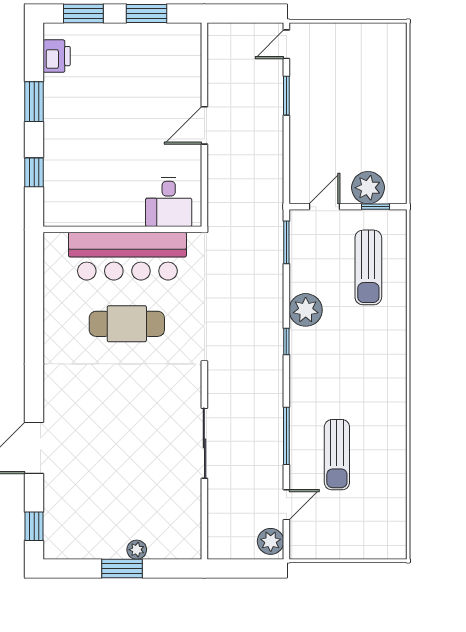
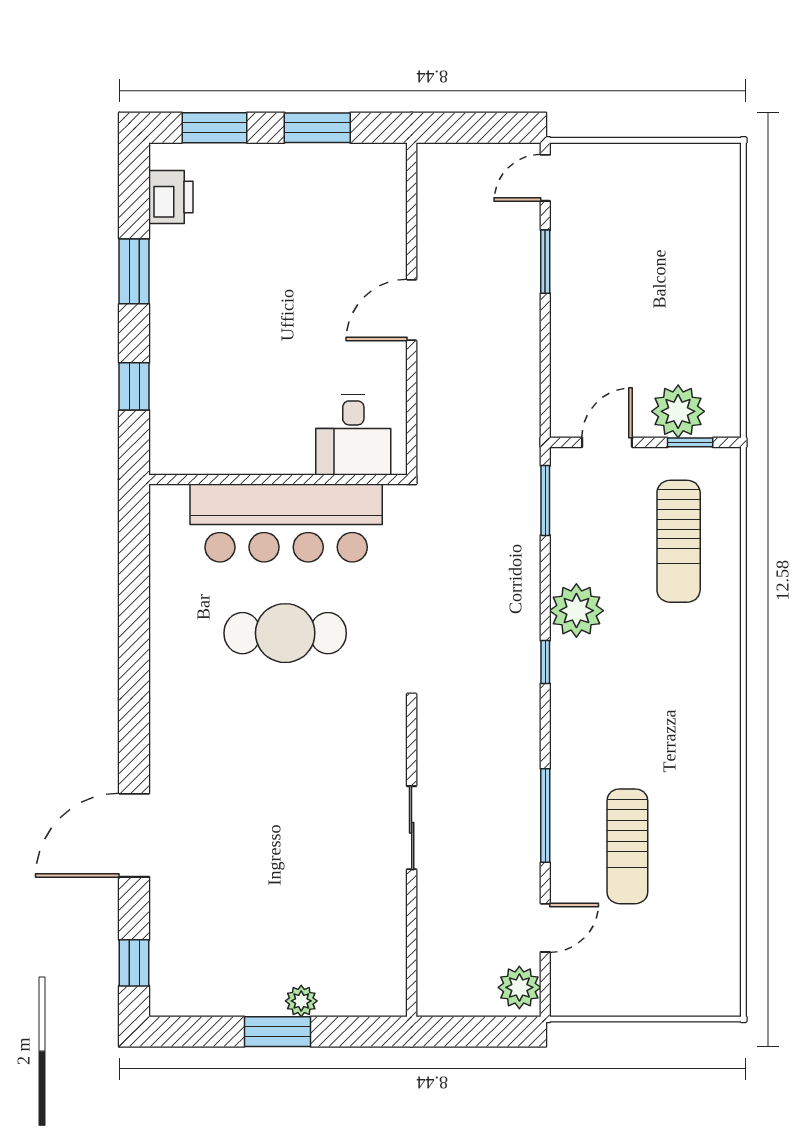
sliding door: (204, 443) -> (412, 828), width x0.73

